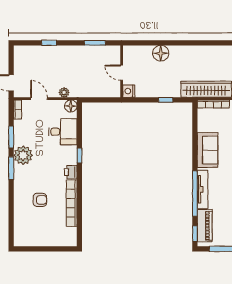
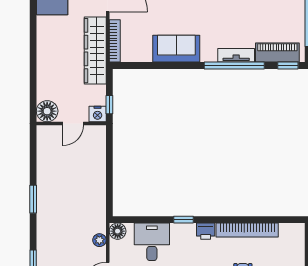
wall: (122, 71) -> (71, 123), moved
door: (122, 73) -> (73, 123), moved
nightstand: (129, 91) -> (98, 114), moved
tv unit: (203, 189) -> (236, 55), width x0.71

